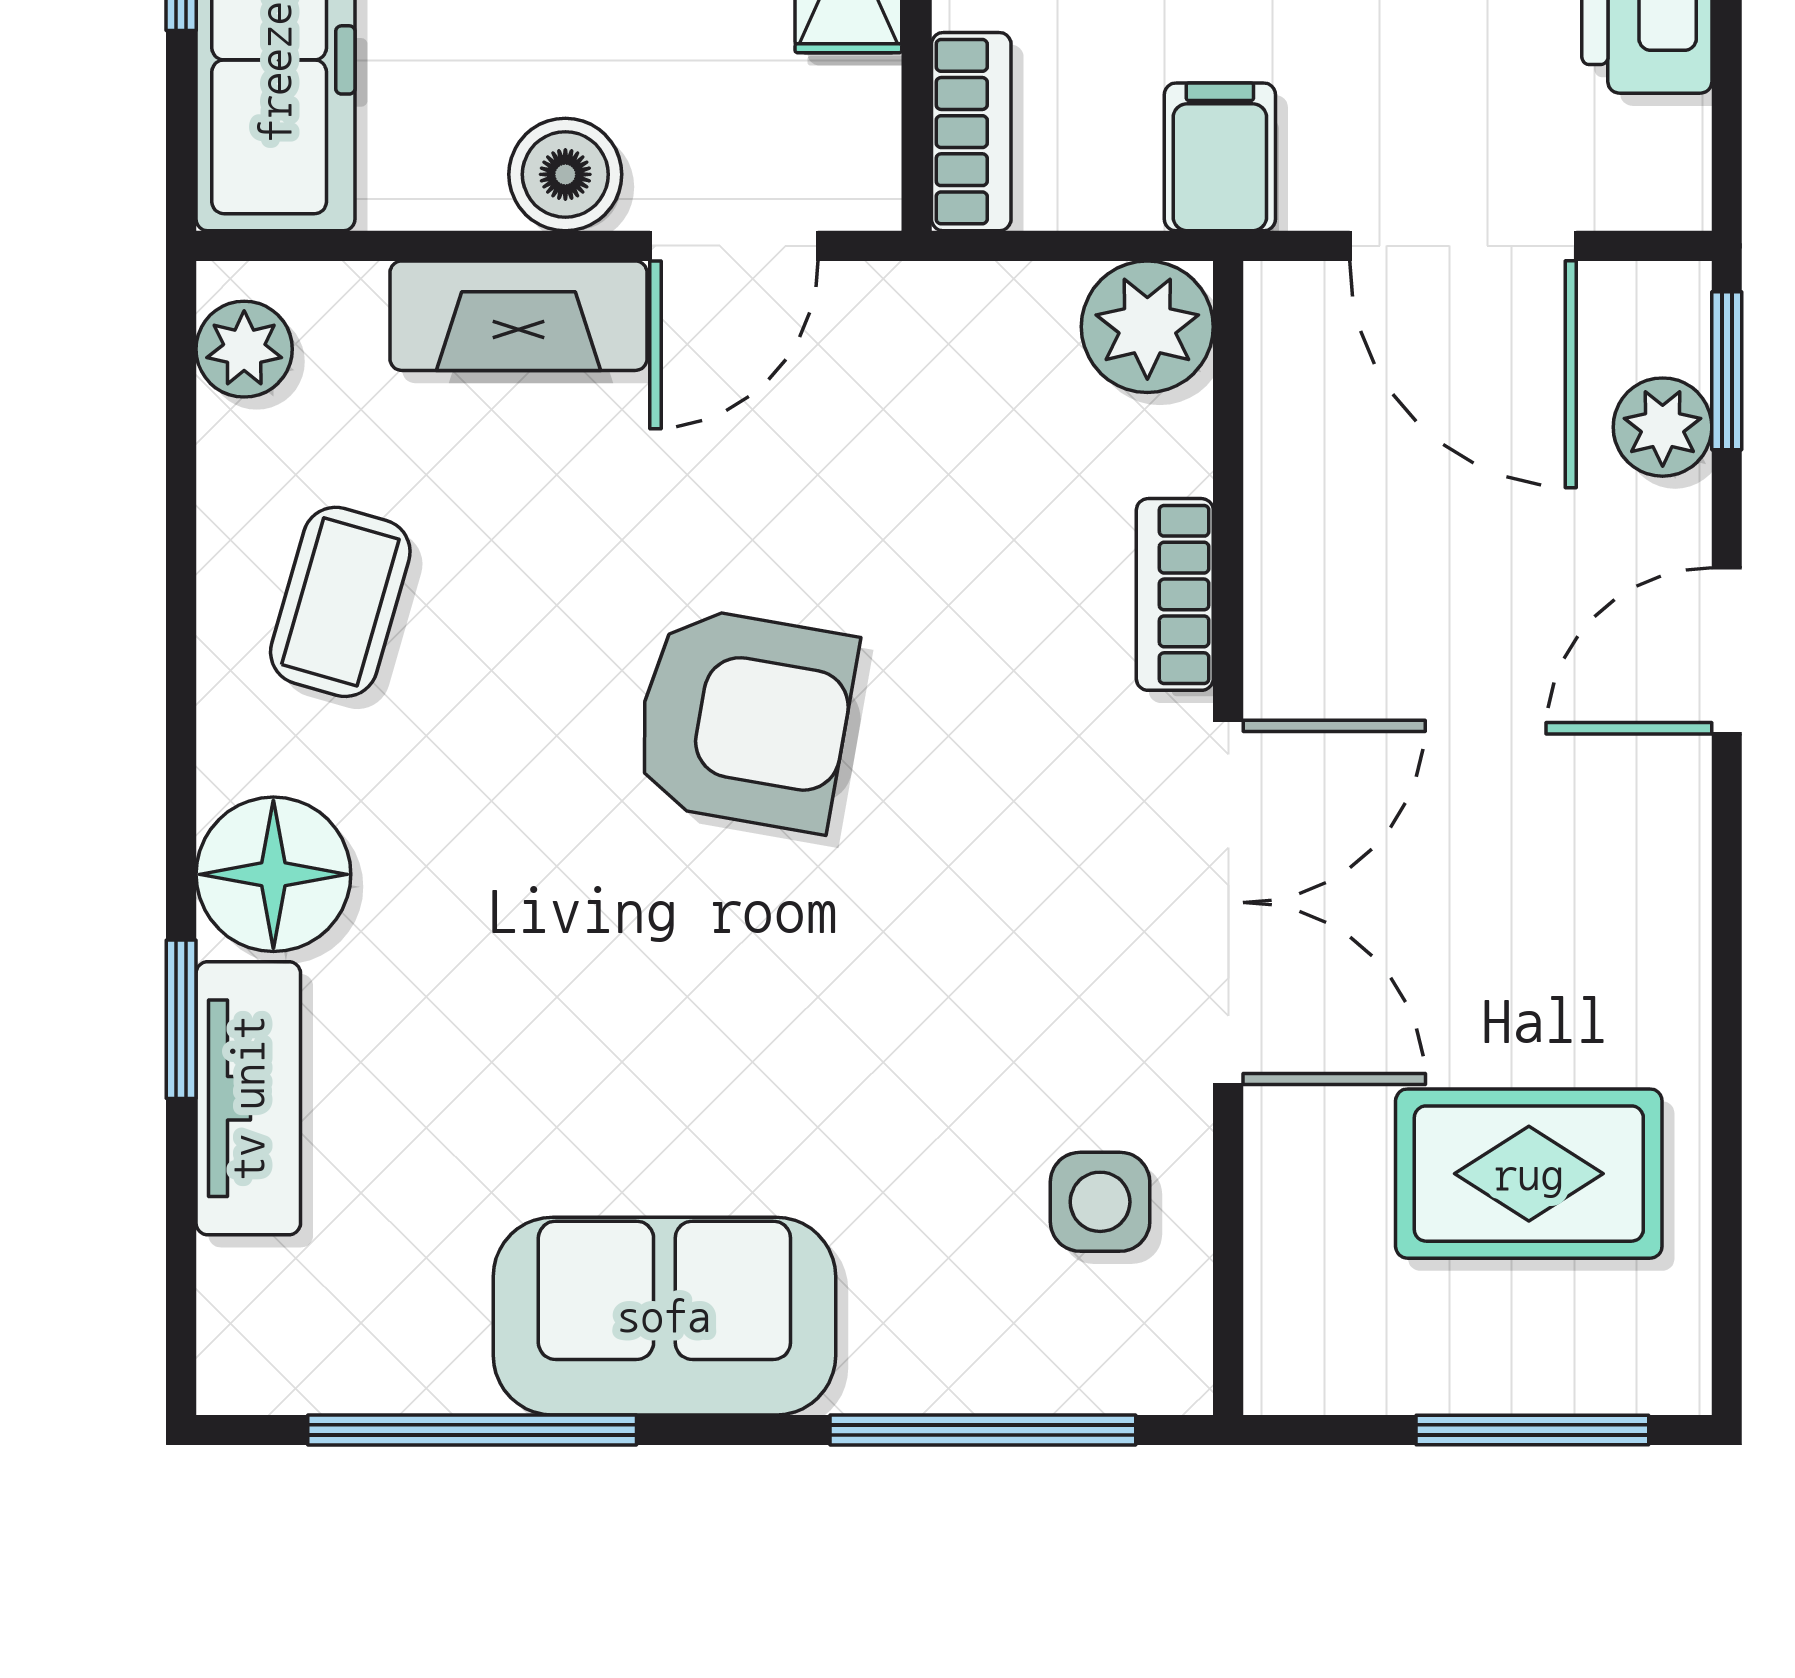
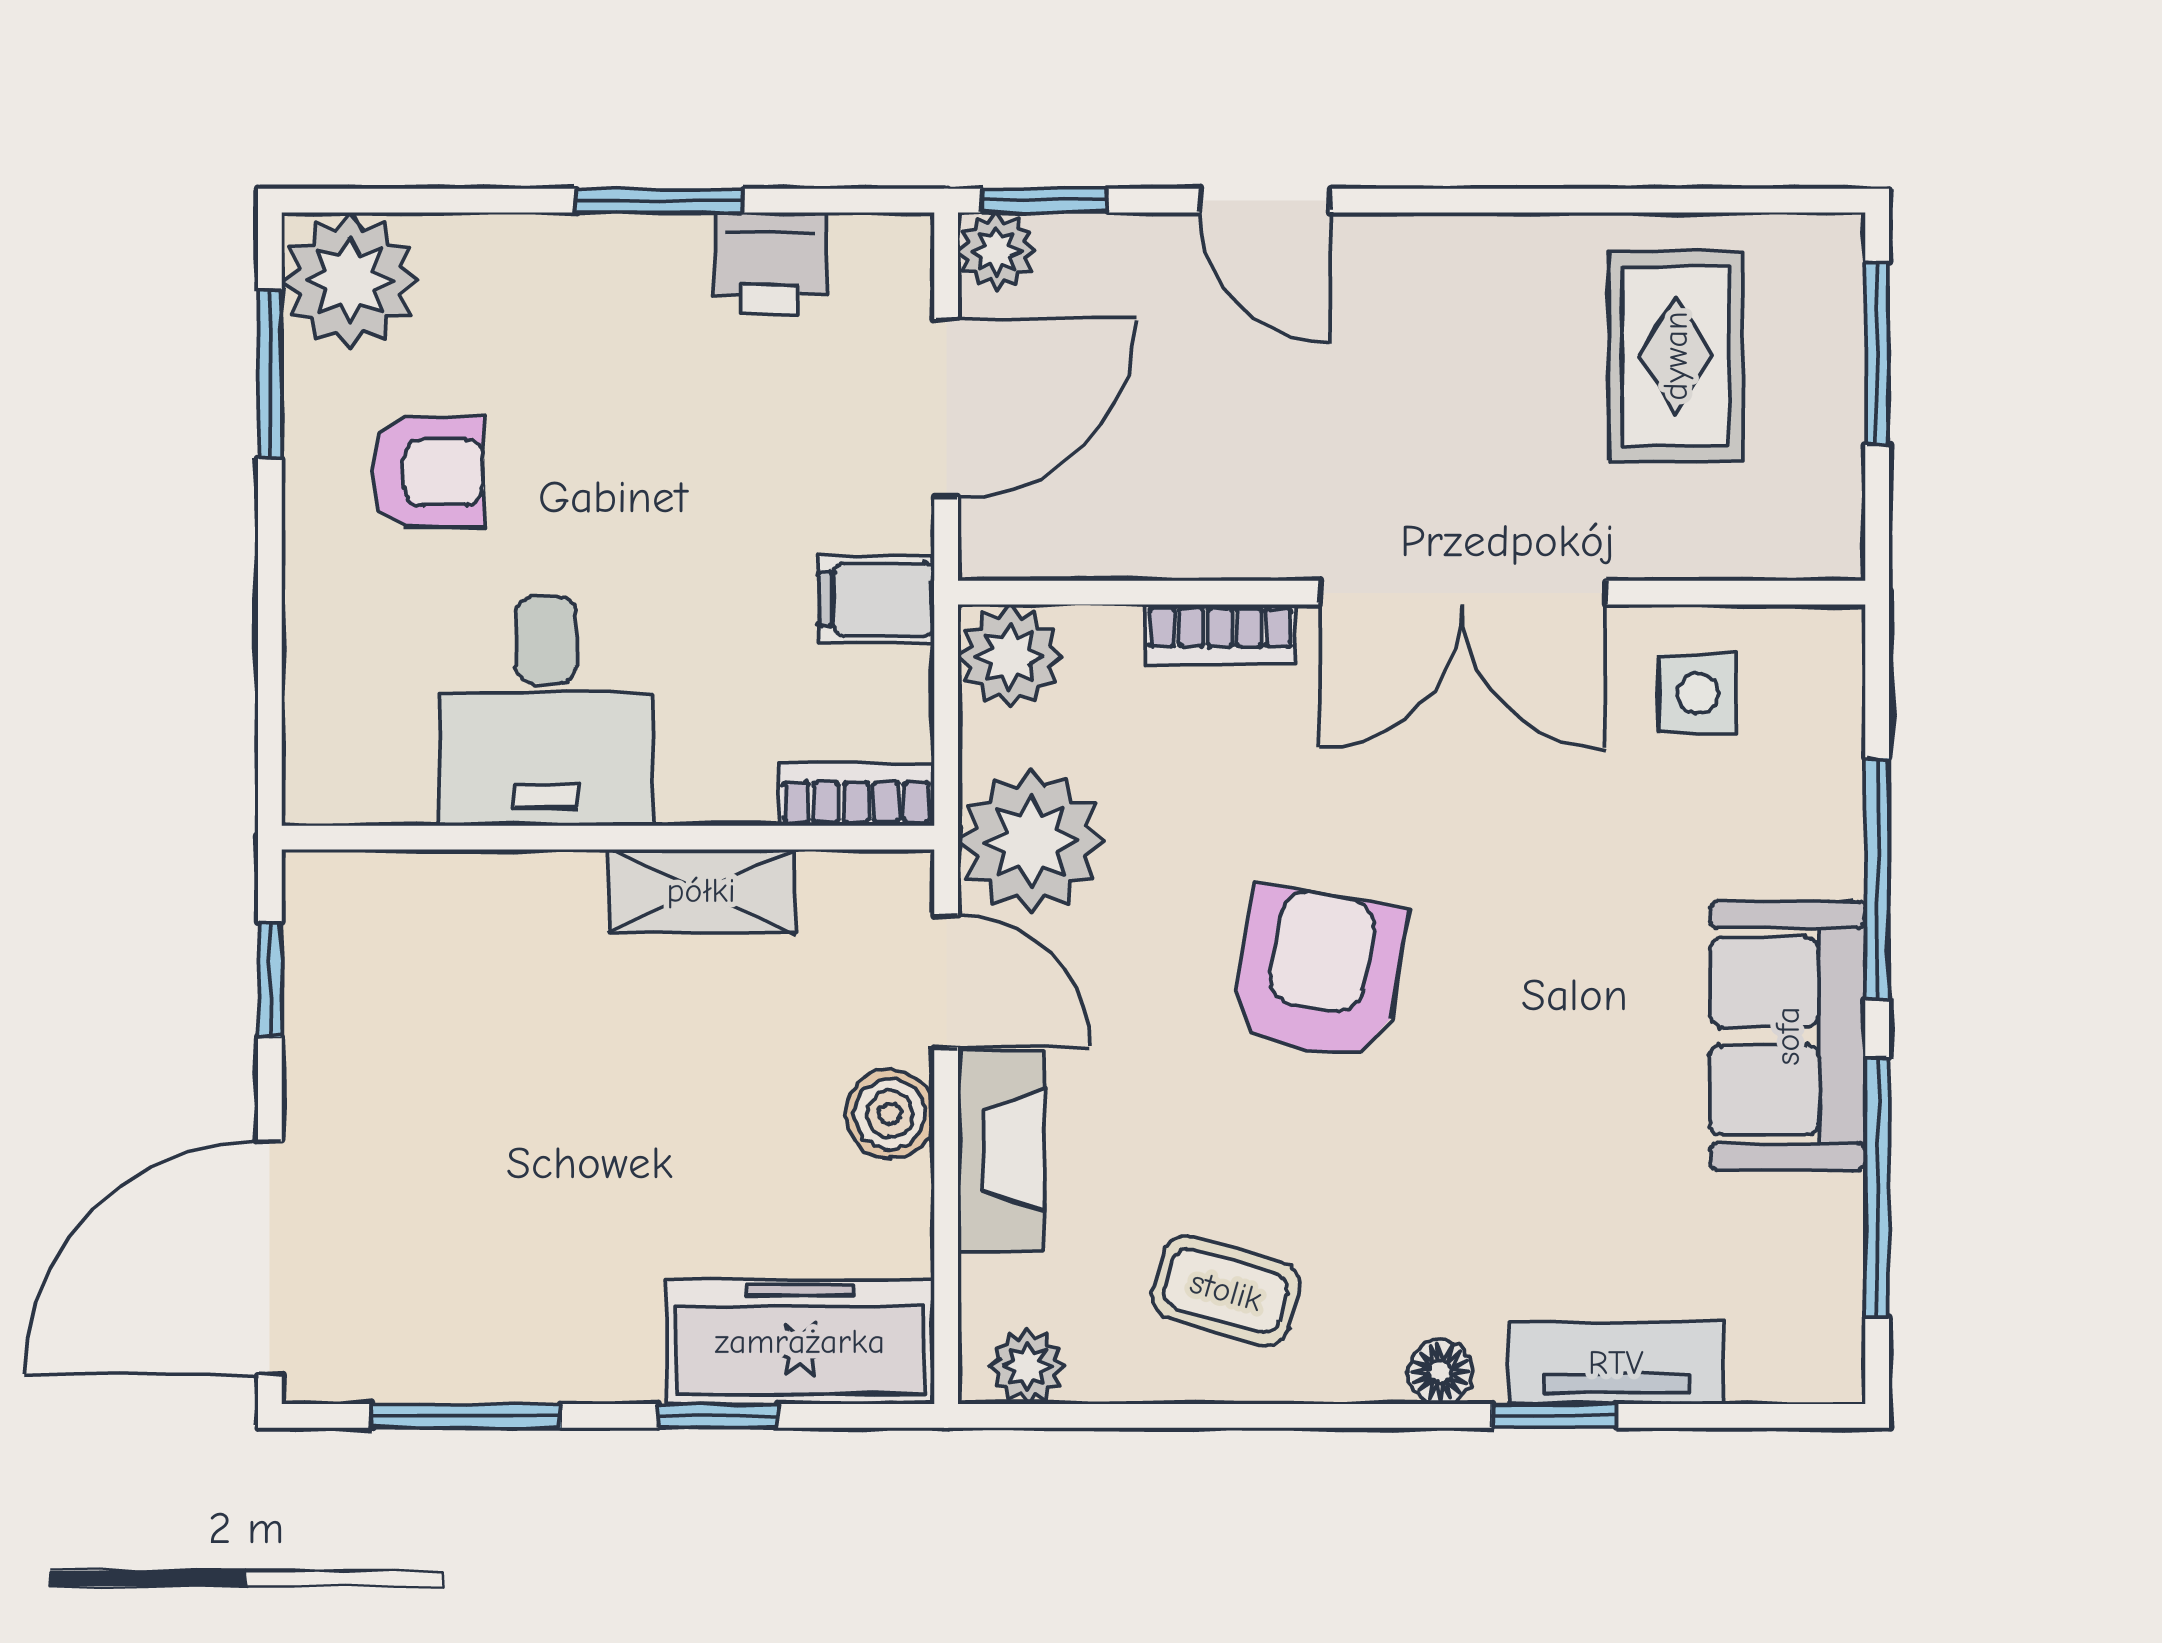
plant: (912, 353) -> (1031, 841), added
plant: (1663, 427) -> (997, 251), moved
floor lamp: (273, 874) -> (1440, 1372), width x0.53, depth x0.53
double door: (1228, 902) -> (1462, 593), swing flipped
window: (983, 1430) -> (1877, 879), moved

